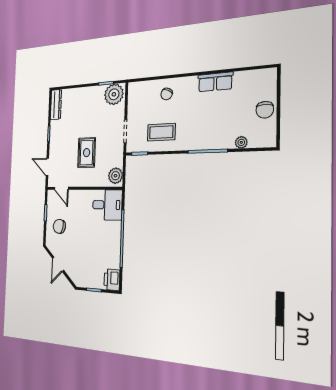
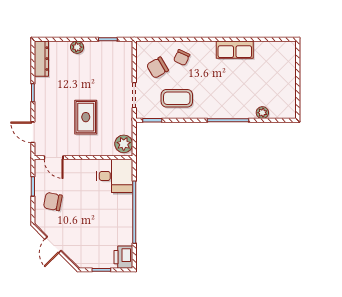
plant: (114, 94) -> (77, 47), moved, width x0.53, depth x0.53
chair: (265, 110) -> (157, 68), moved, turned 60

